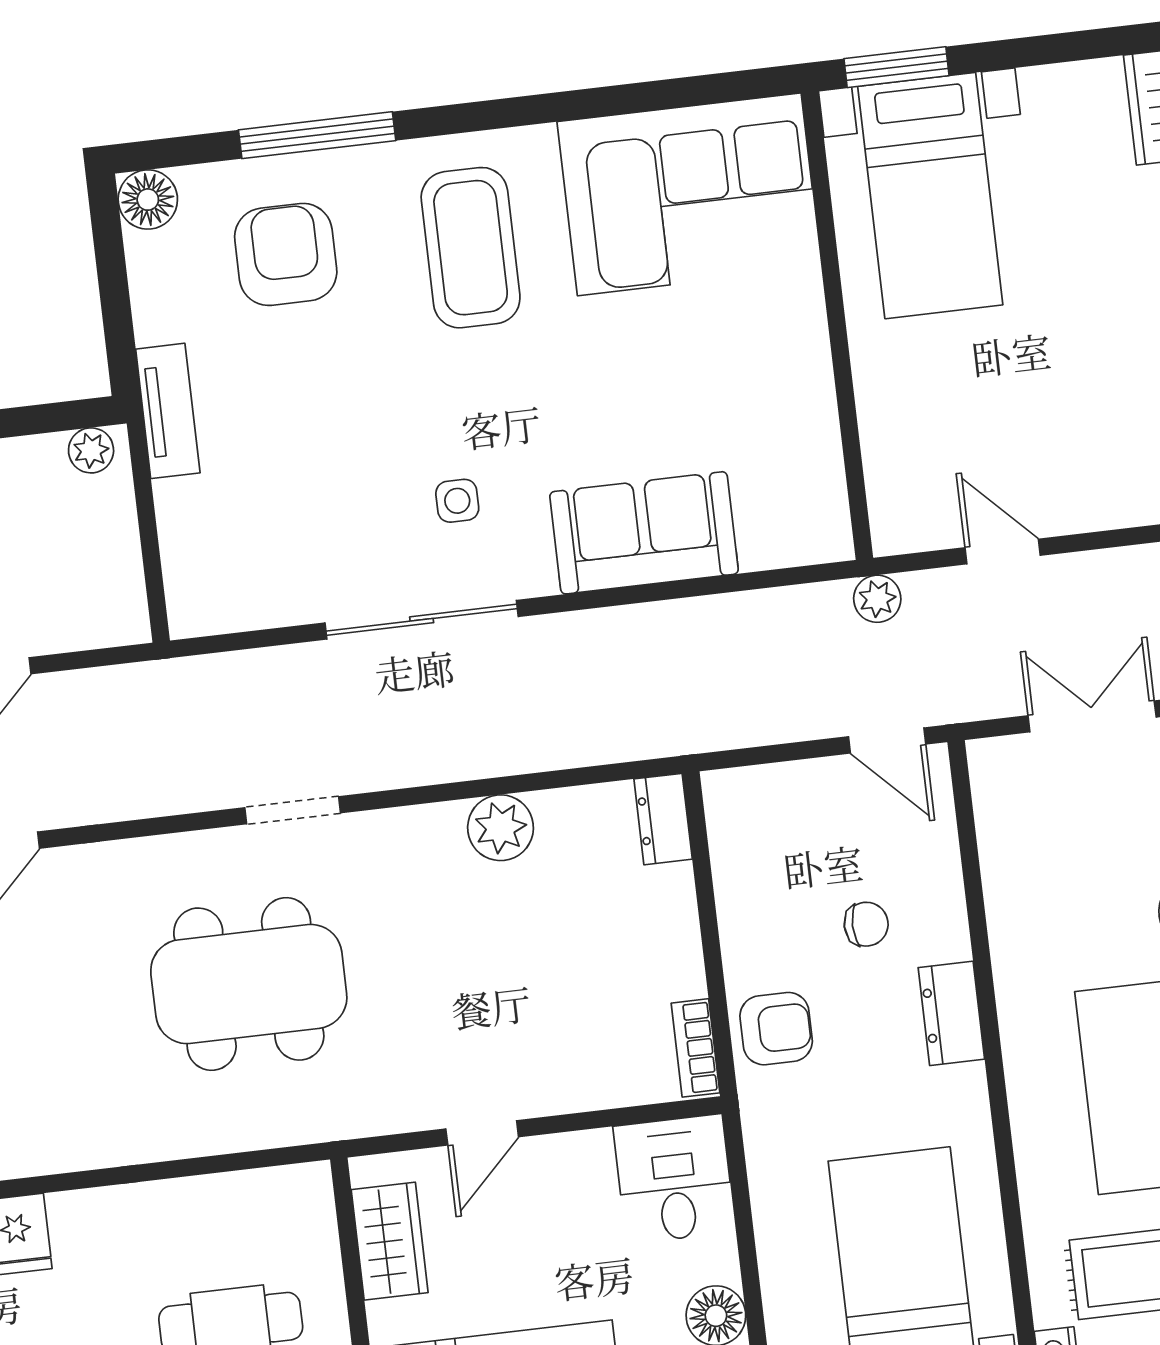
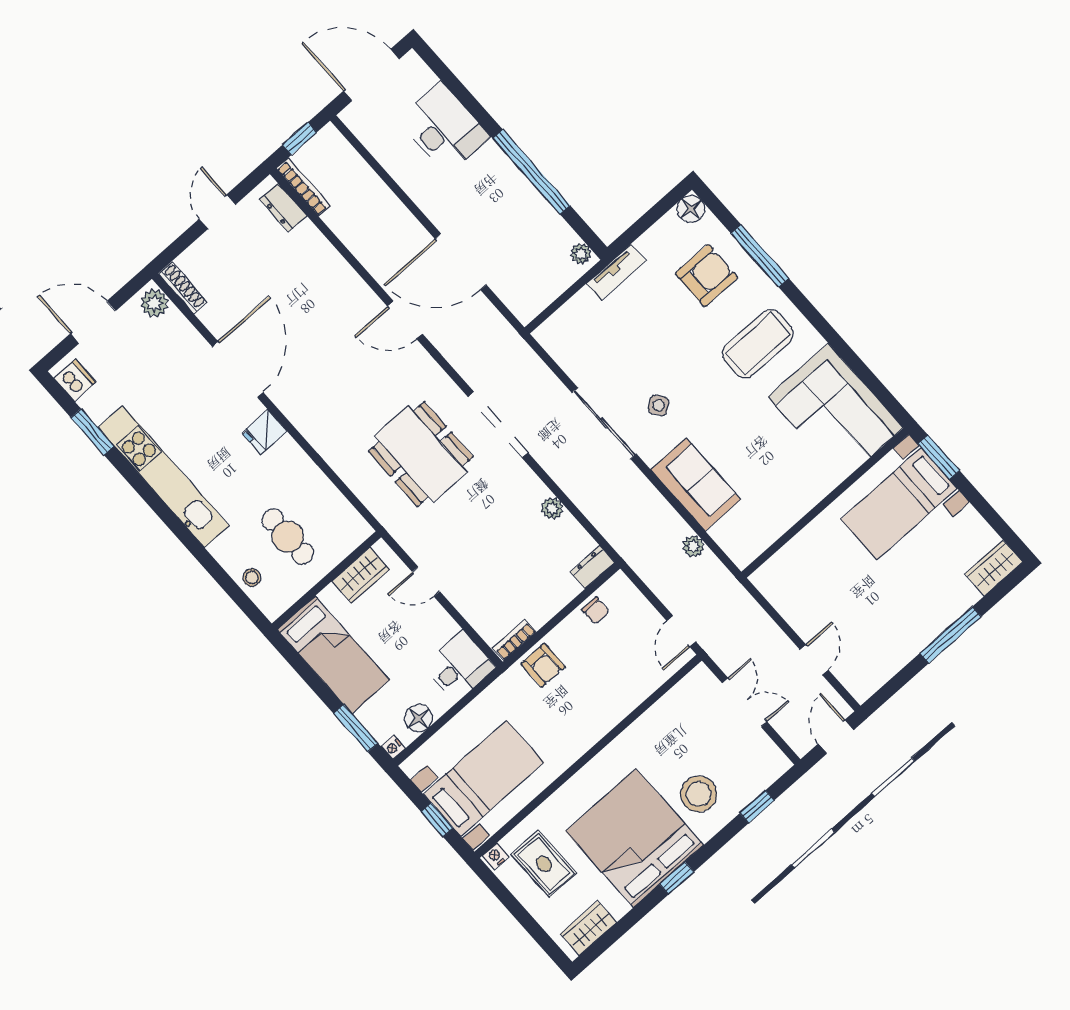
side table: (457, 501) -> (659, 405), turned -35
door: (1003, 552) -> (814, 660), moved
plant: (877, 599) -> (693, 546), moved
doorway: (293, 810) -> (498, 425), width x1.88
plant: (501, 828) -> (552, 508), width x0.73, depth x0.73
chair: (866, 924) -> (596, 611), moved
dresser: (951, 1013) -> (595, 728), removed

